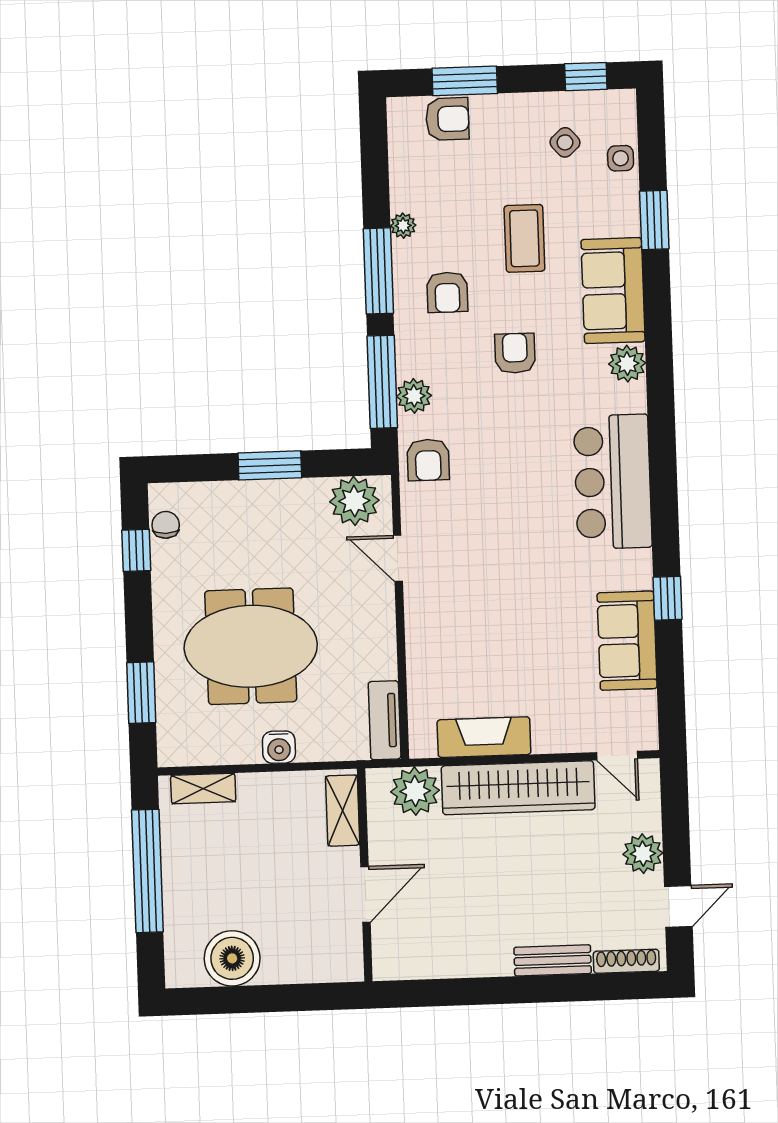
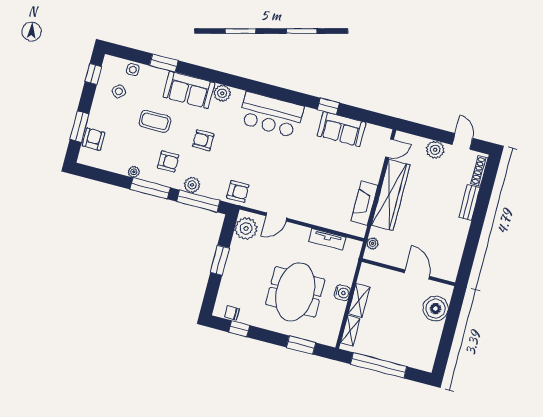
plant: (414, 396) -> (192, 185), moved
tv unit: (385, 720) -> (327, 239), moved
plant: (415, 791) -> (373, 243), width x0.53, depth x0.53
shelving: (343, 811) -> (359, 300), moved, turned 90
boiler: (232, 958) -> (435, 309), moved

